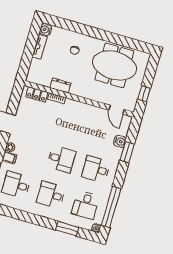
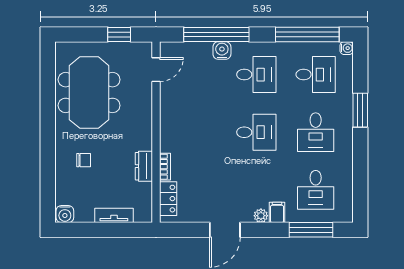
tv unit: (40, 47) -> (114, 215), moved
water cooler: (120, 141) -> (222, 51), moved
window: (127, 152) -> (216, 35), width x2.11
desk: (61, 159) -> (256, 132), turned 90
desk: (96, 169) -> (256, 75), turned -90
window: (67, 229) -> (360, 110), moved

